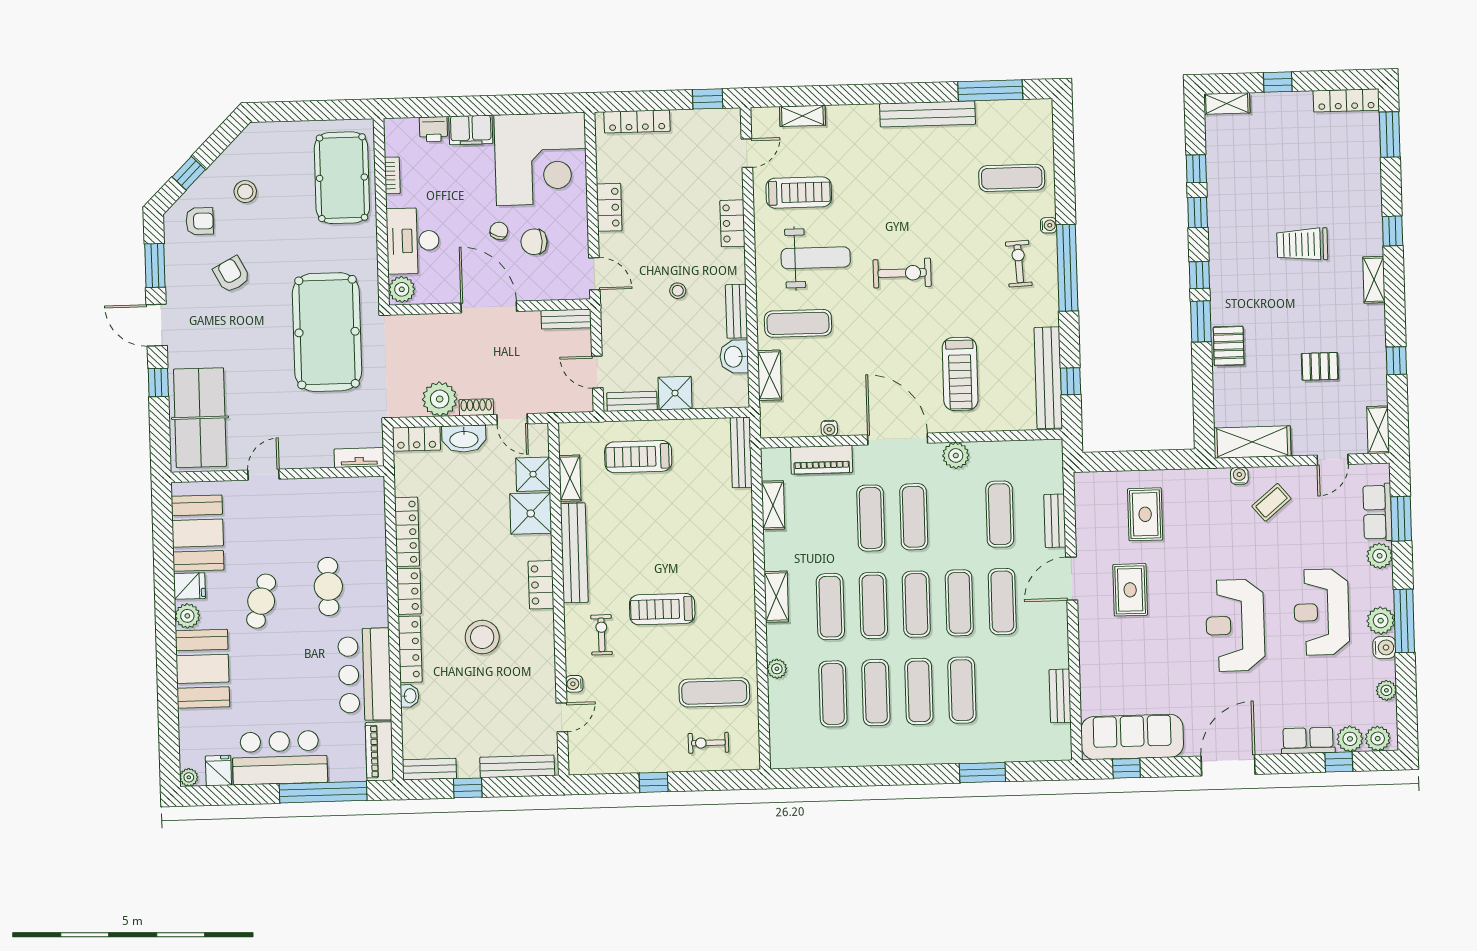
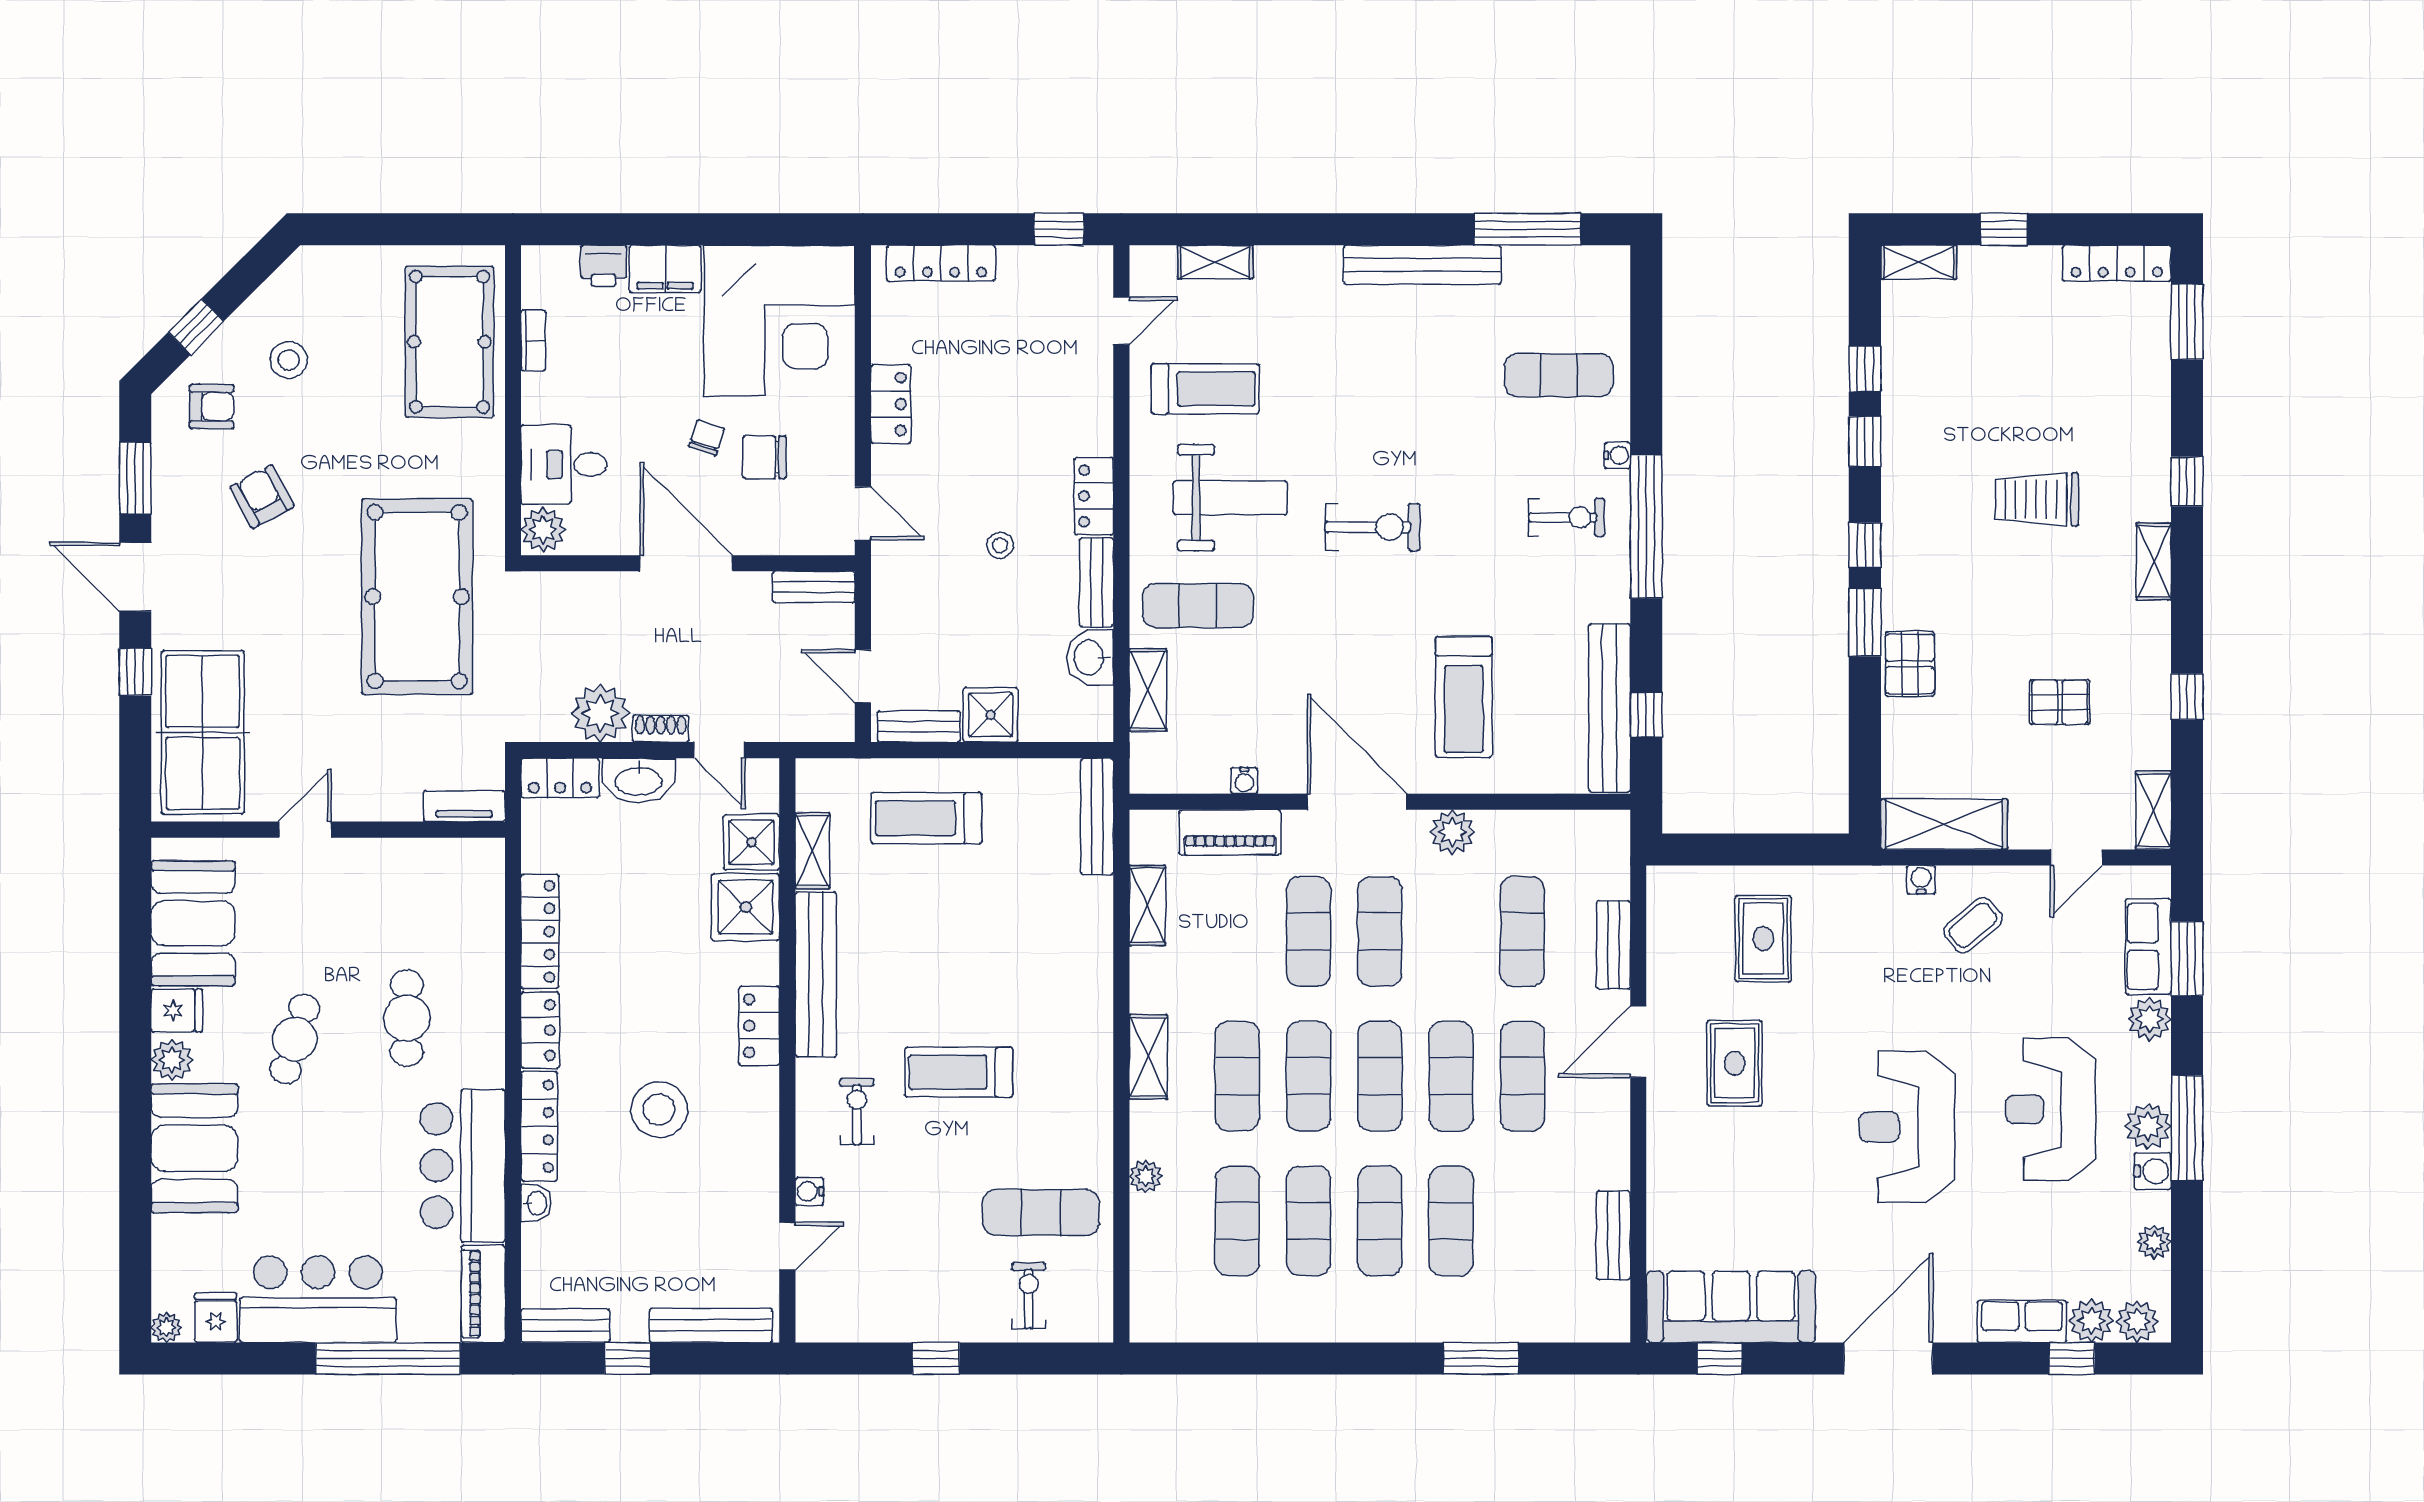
locker: (732, 223) -> (1094, 496), moved
desk: (413, 241) -> (564, 465), width x0.73
exercise bike: (1019, 264) -> (1566, 517), turned 93
exercise bike: (708, 743) -> (1029, 1296), turned 90

